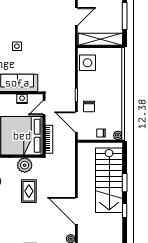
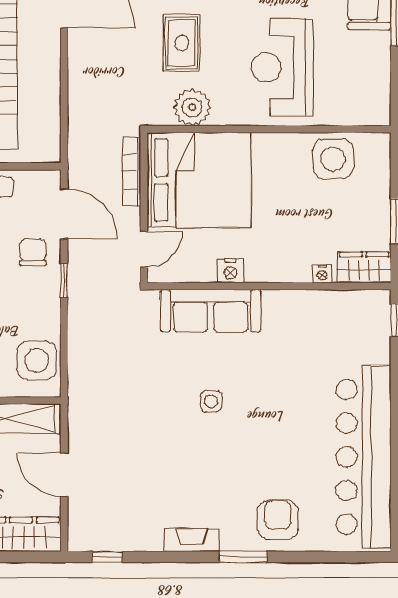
door: (76, 17) -> (64, 475), hinge flipped
nightstand: (22, 99) -> (230, 271), moved

